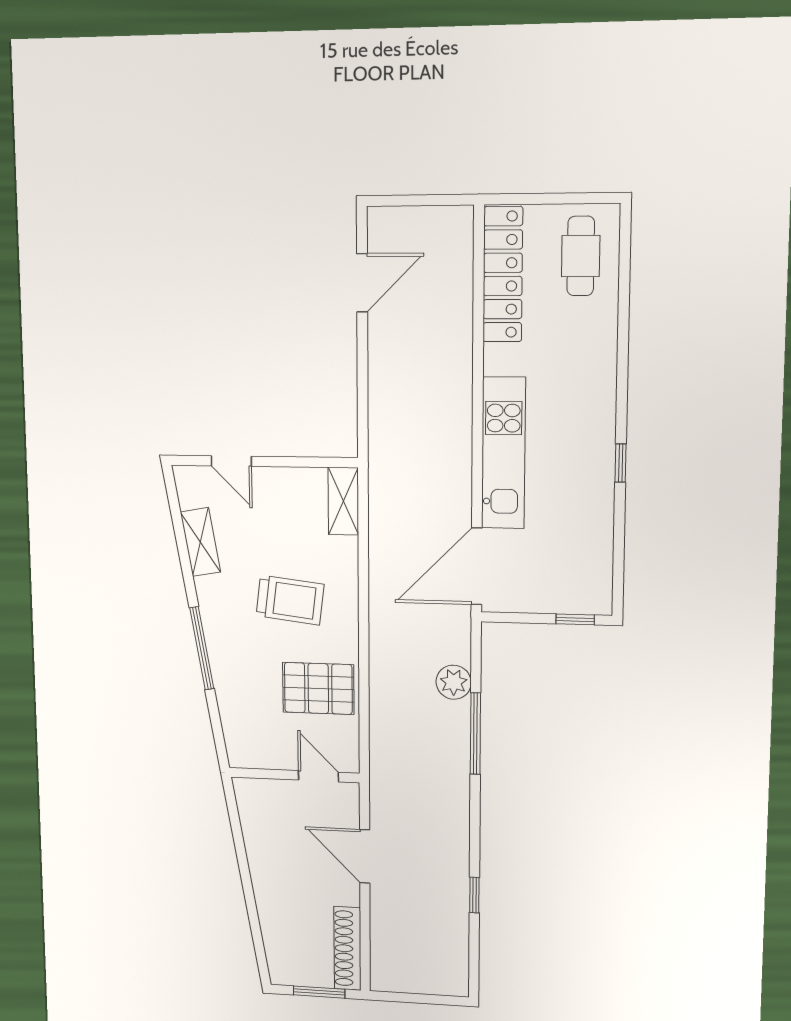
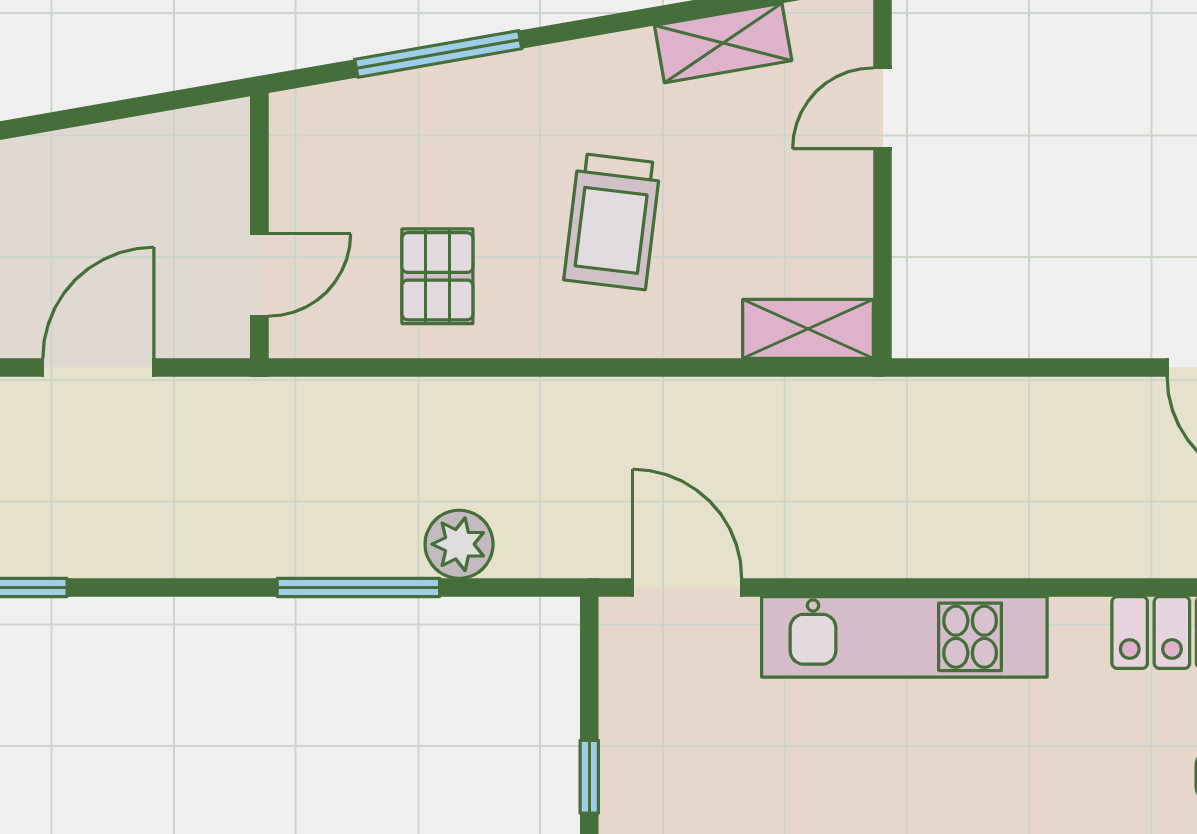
door: (477, 566) -> (687, 587), width x0.73
window: (202, 648) -> (438, 54), moved
pallet: (318, 688) -> (437, 276), width x0.67, depth x0.71

